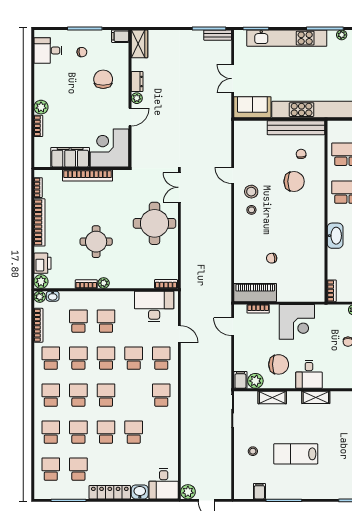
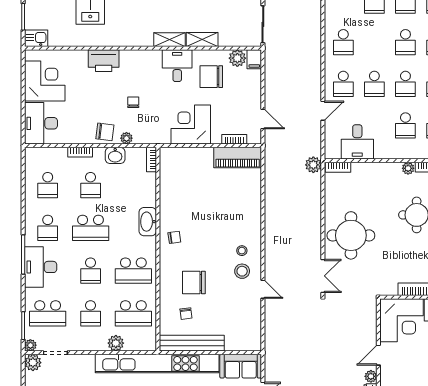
chair: (272, 258) -> (174, 237), moved
plant: (188, 286) -> (313, 165), added
desk: (154, 306) -> (357, 142), width x0.73
door: (179, 334) -> (323, 111), swing flipped
shelving: (272, 397) -> (202, 40), moved

